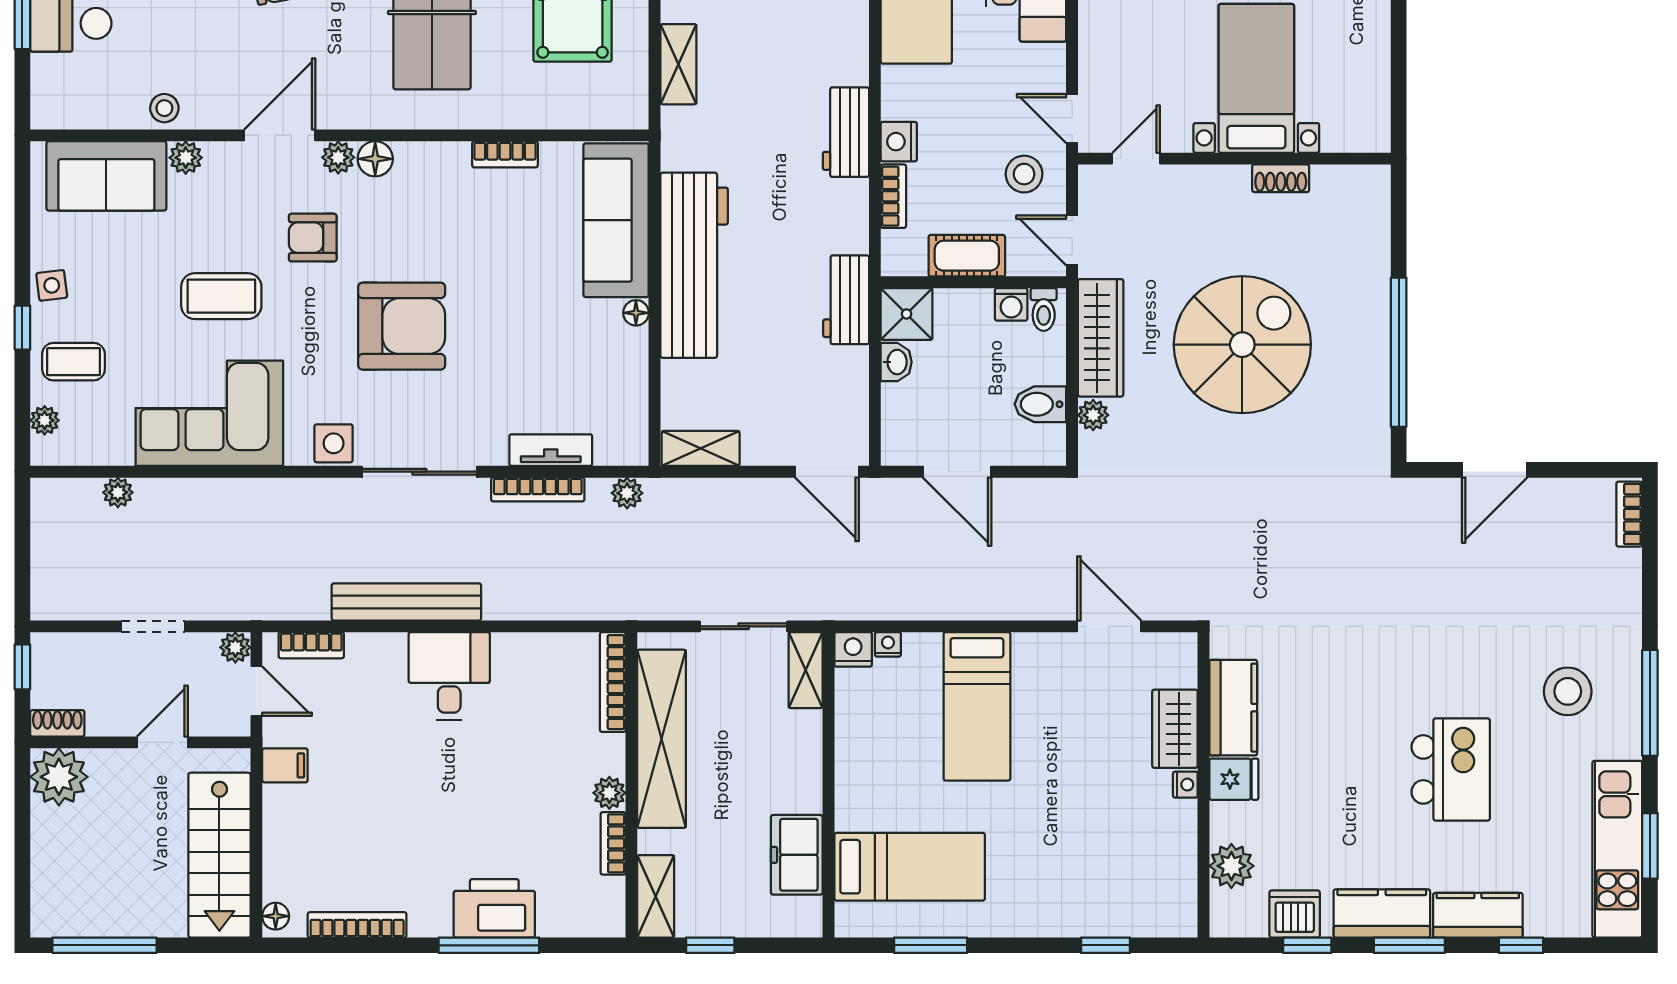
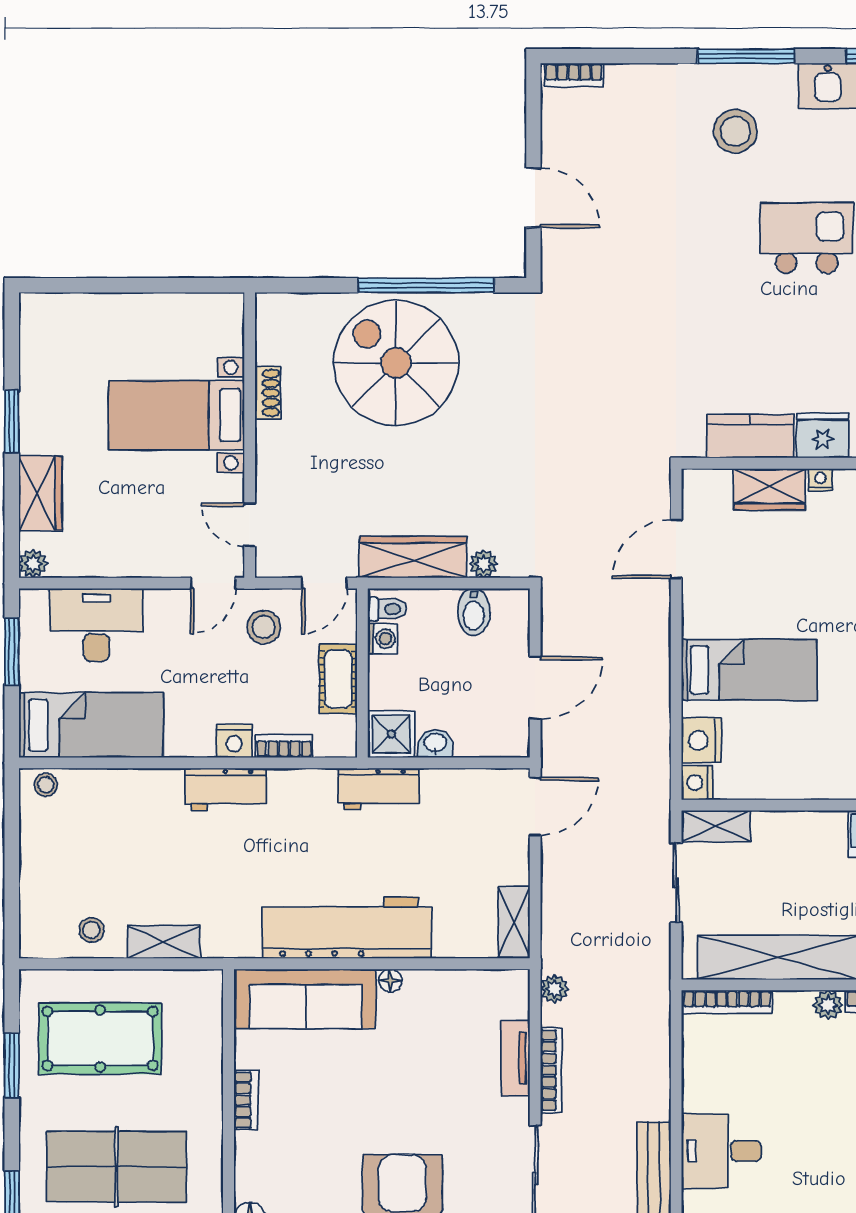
spiral stairs: (1242, 345) -> (396, 363), moved
nightstand: (888, 644) -> (701, 740), width x1.89, depth x1.79
fridge: (1234, 779) -> (823, 436), width x1.38

